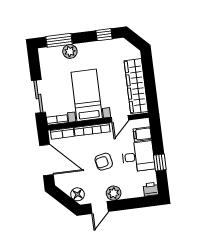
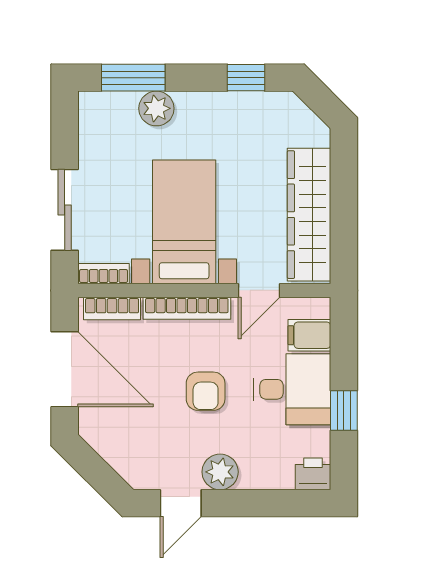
armchair: (104, 162) -> (206, 391), turned -79
floor lamp: (77, 194) -> (131, 464), removed

